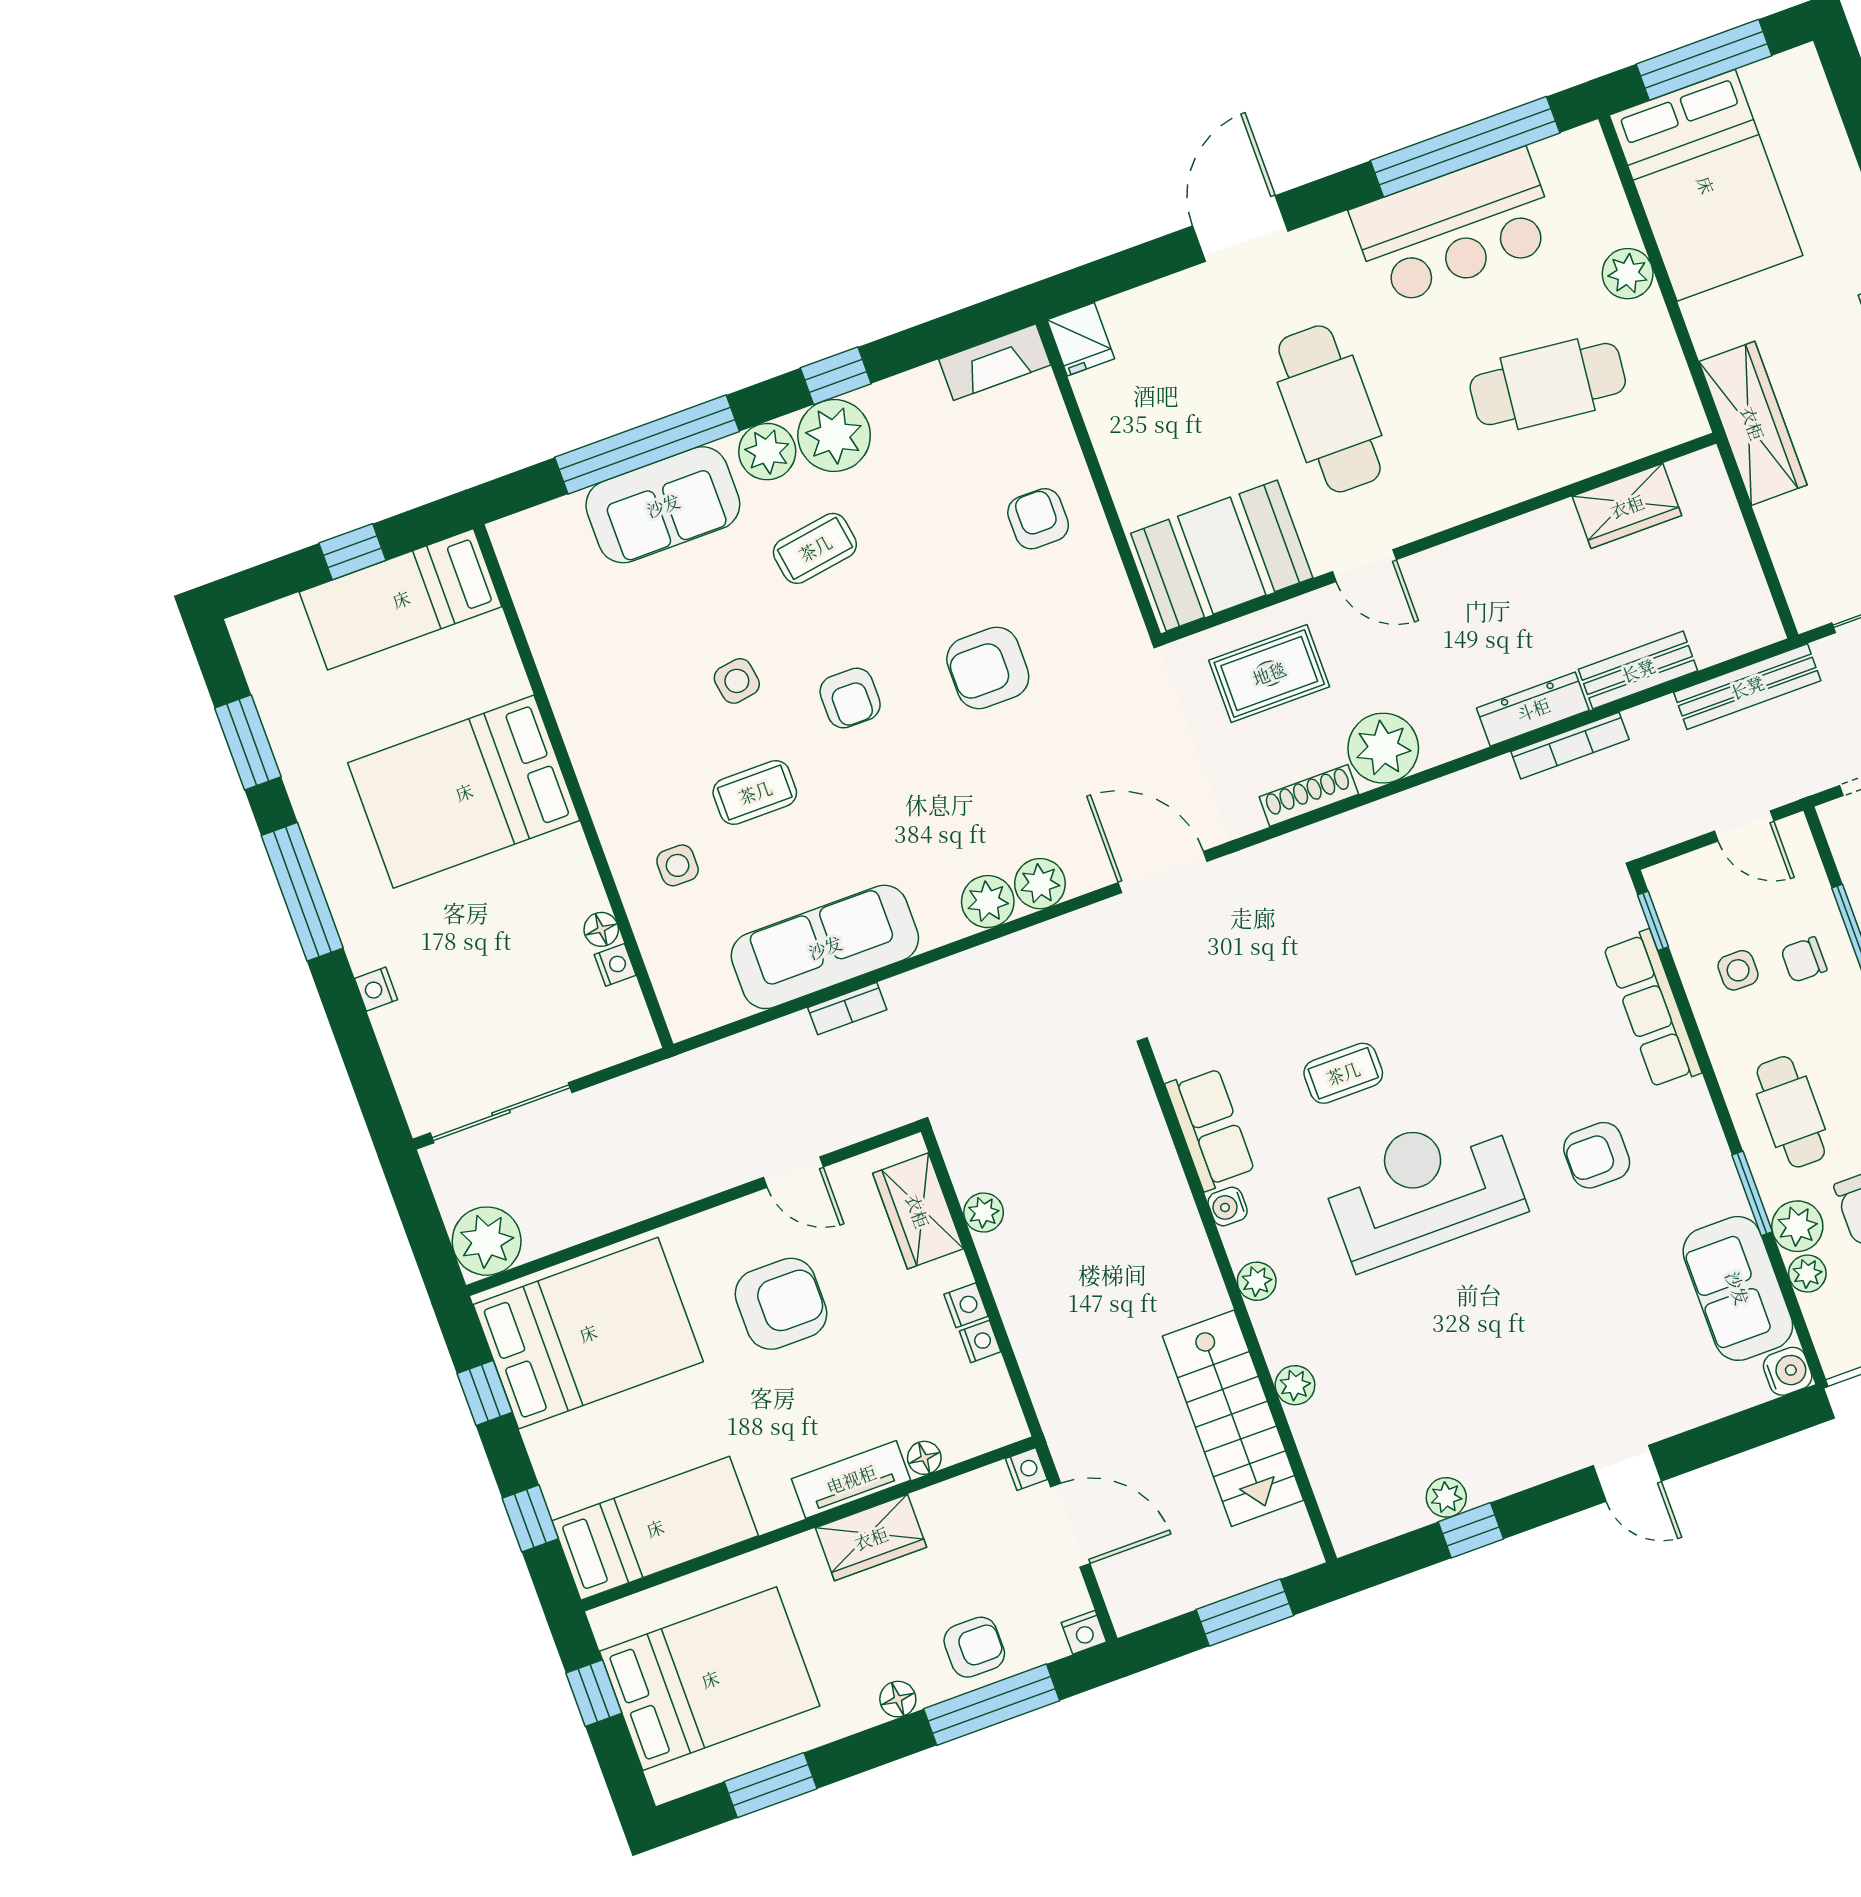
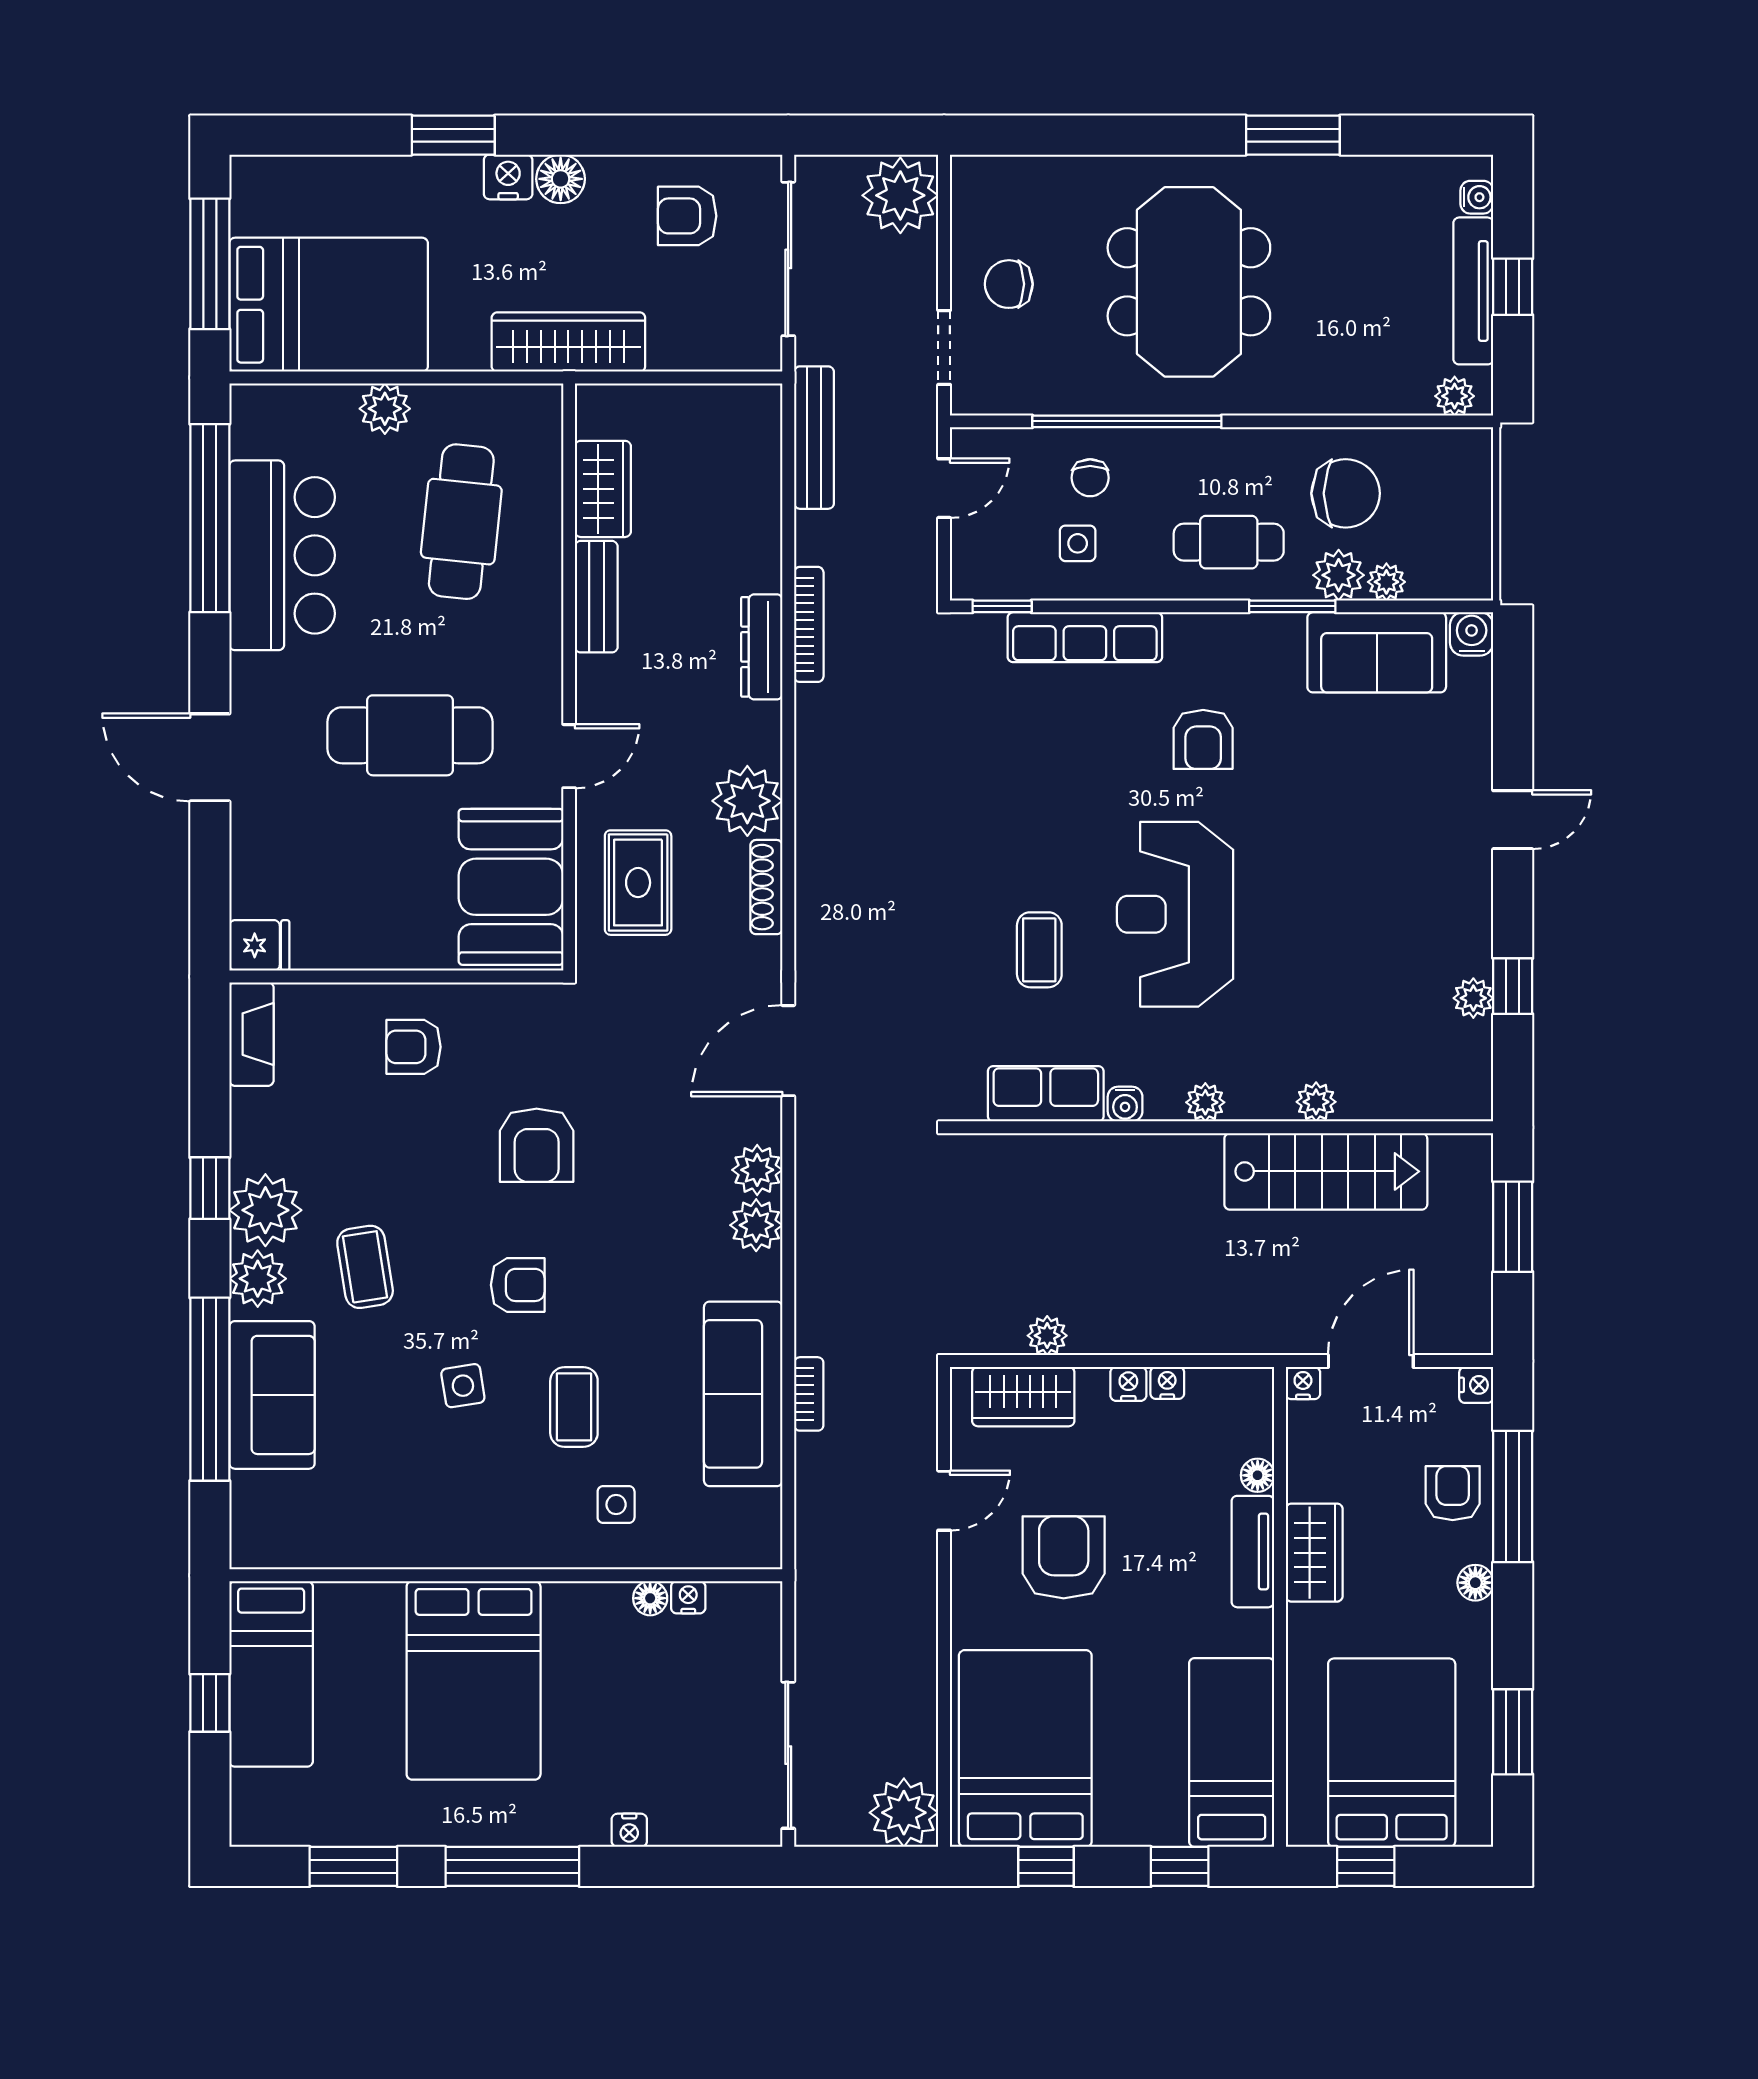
bench: (1638, 670) -> (596, 597), moved

